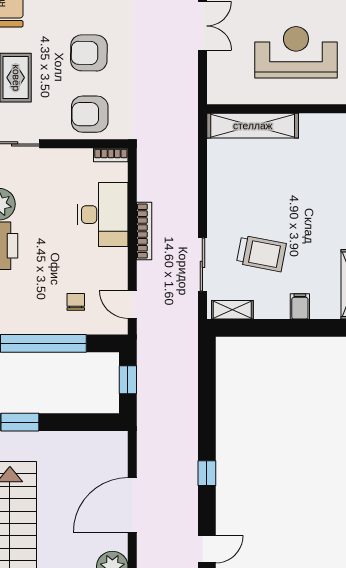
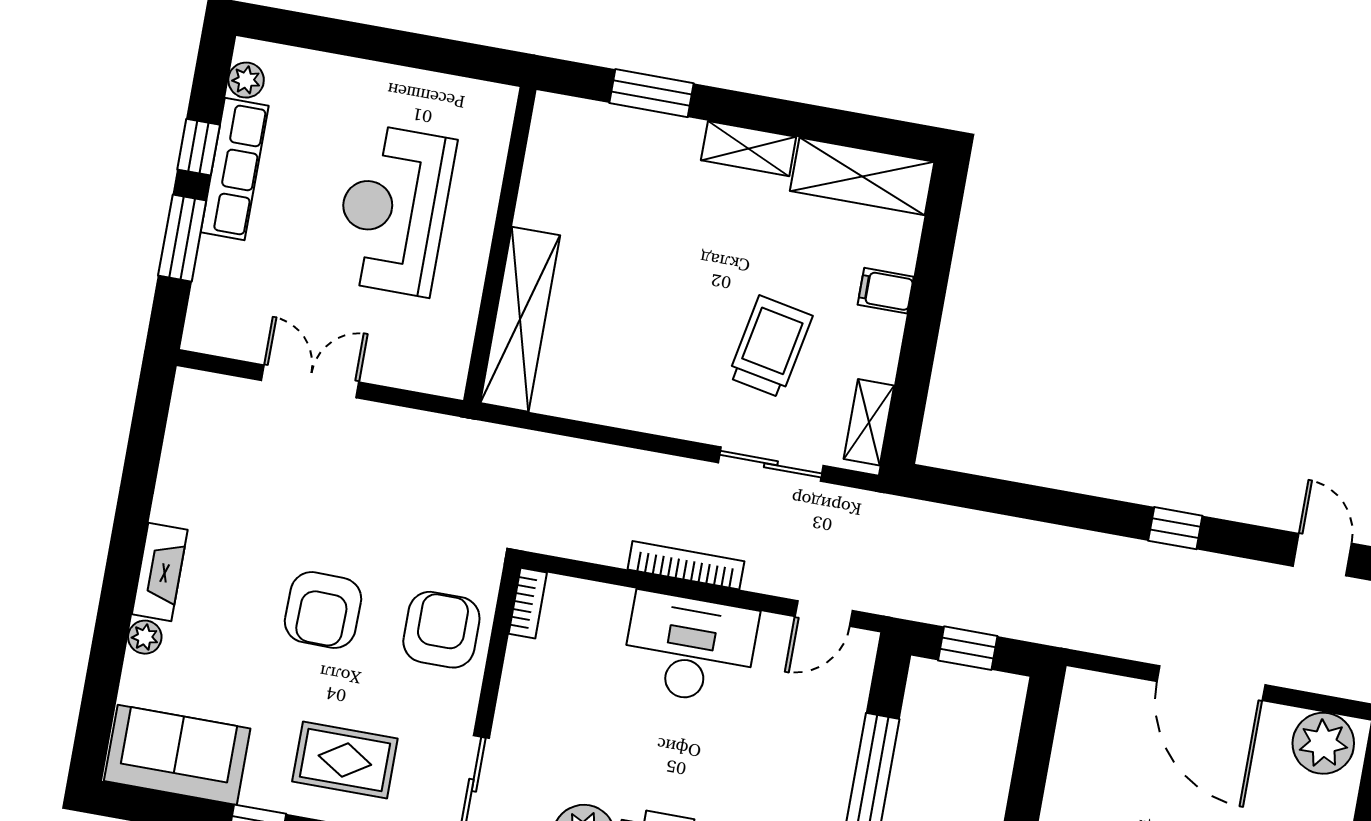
armchair: (90, 114) -> (441, 630), turned 180
desk: (103, 215) -> (690, 648), moved
chair: (76, 302) -> (799, 722), removed

